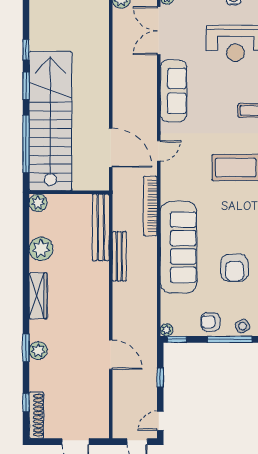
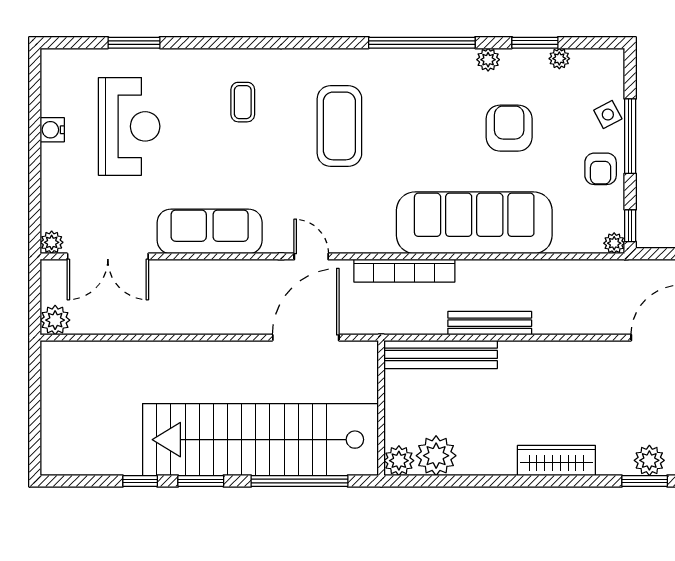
plant: (41, 249) -> (436, 456), moved
armchair: (235, 268) -> (509, 128), turned -90

